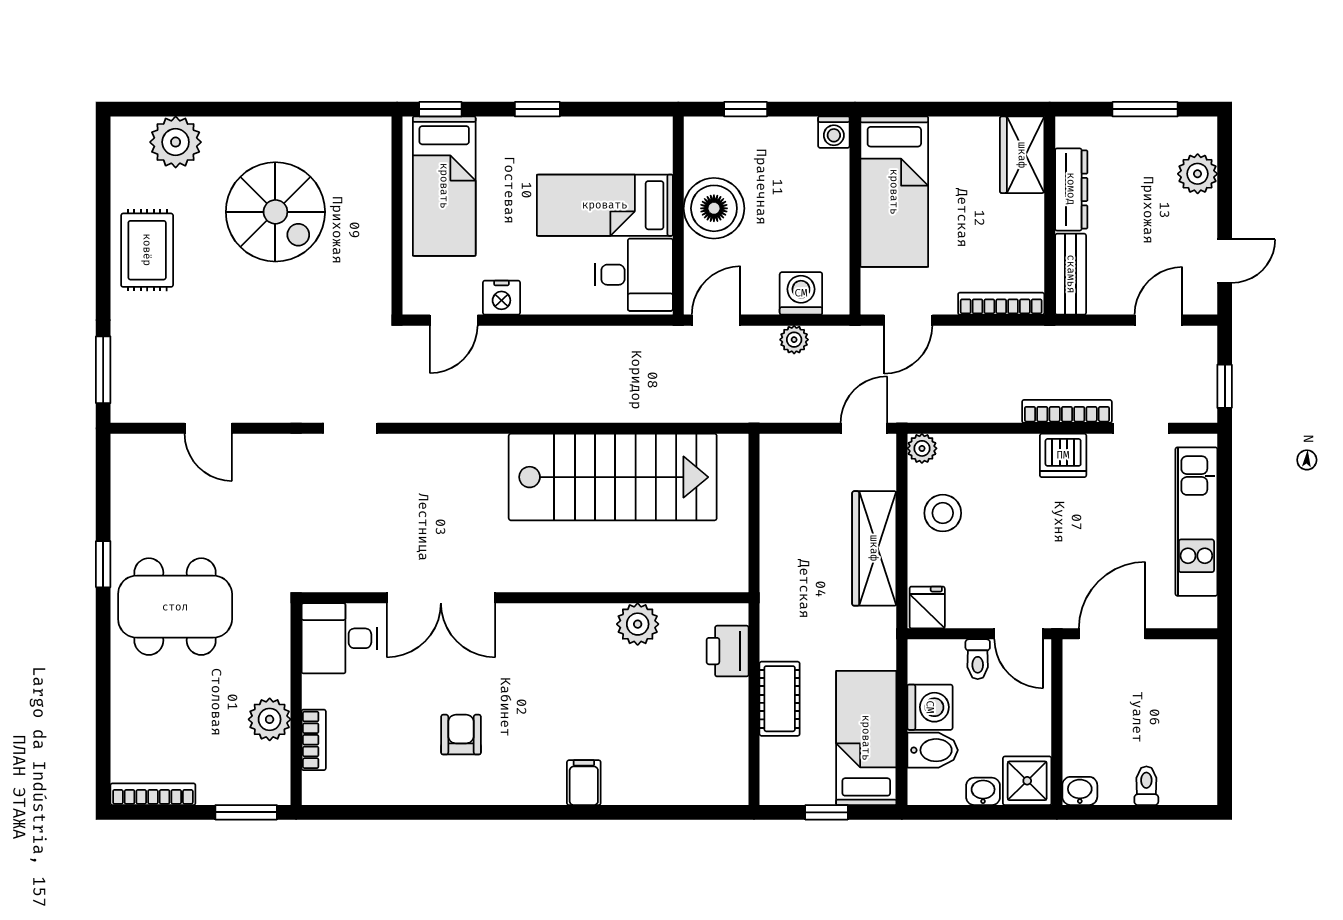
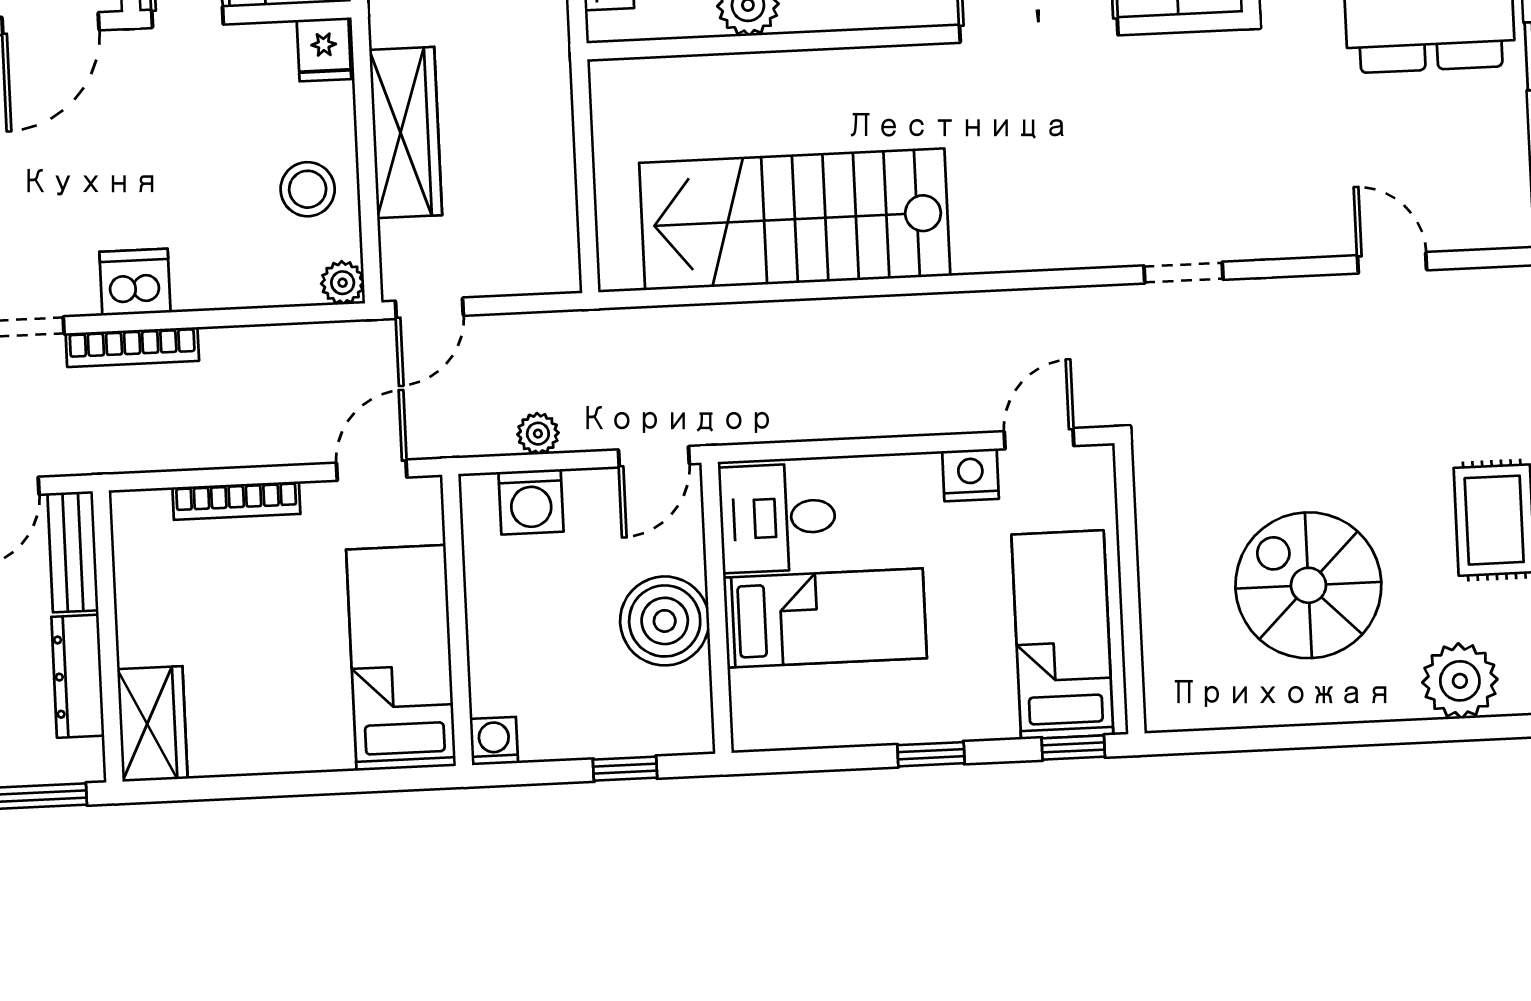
wardrobe: (1022, 155) -> (152, 724), moved
dresser: (1071, 189) -> (78, 676), moved
wall: (1050, 216) -> (108, 636), moved
bench: (1071, 274) -> (73, 552), moved

